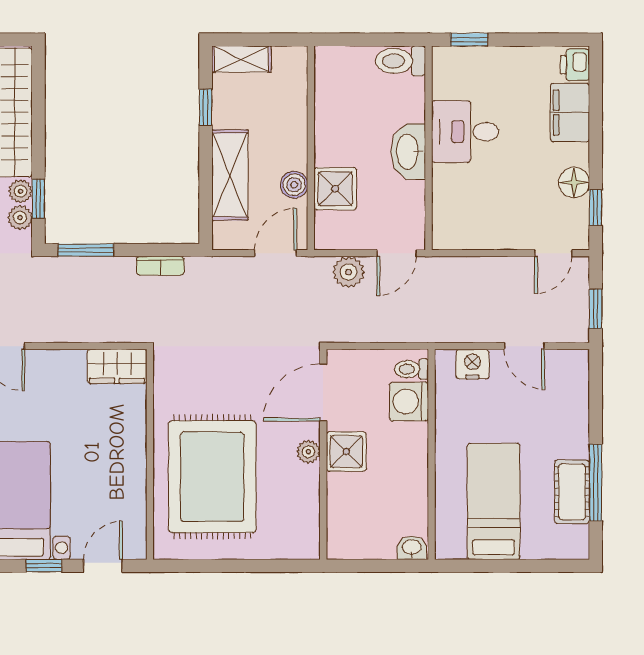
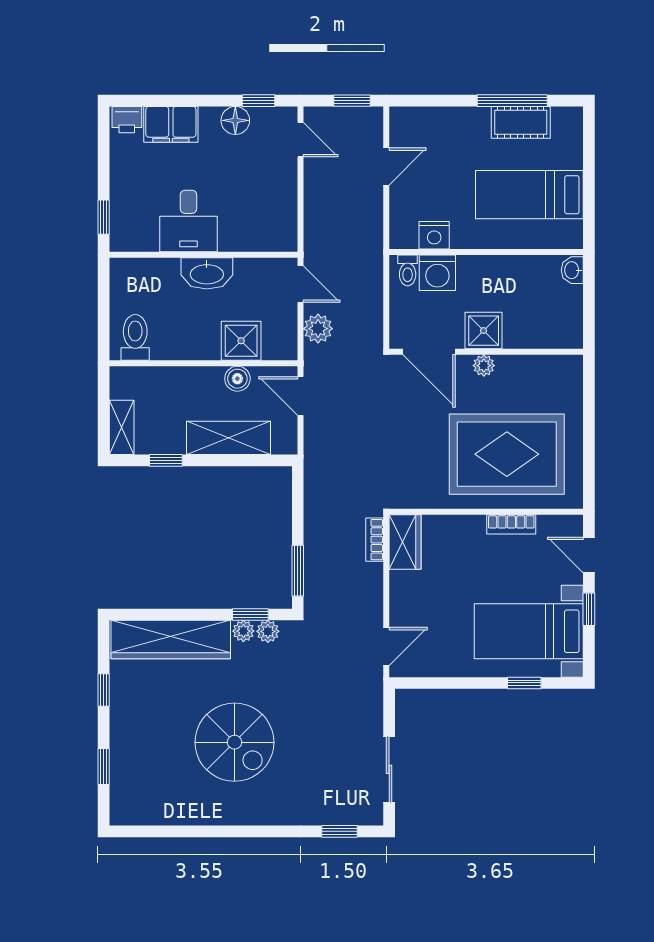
toilet: (400, 61) -> (135, 337), moved, turned 180
bookcase: (160, 266) -> (375, 540), moved, turned 180
nightstand: (473, 364) -> (434, 235), moved, turned -90
bookcase: (136, 482) -> (511, 524), added

